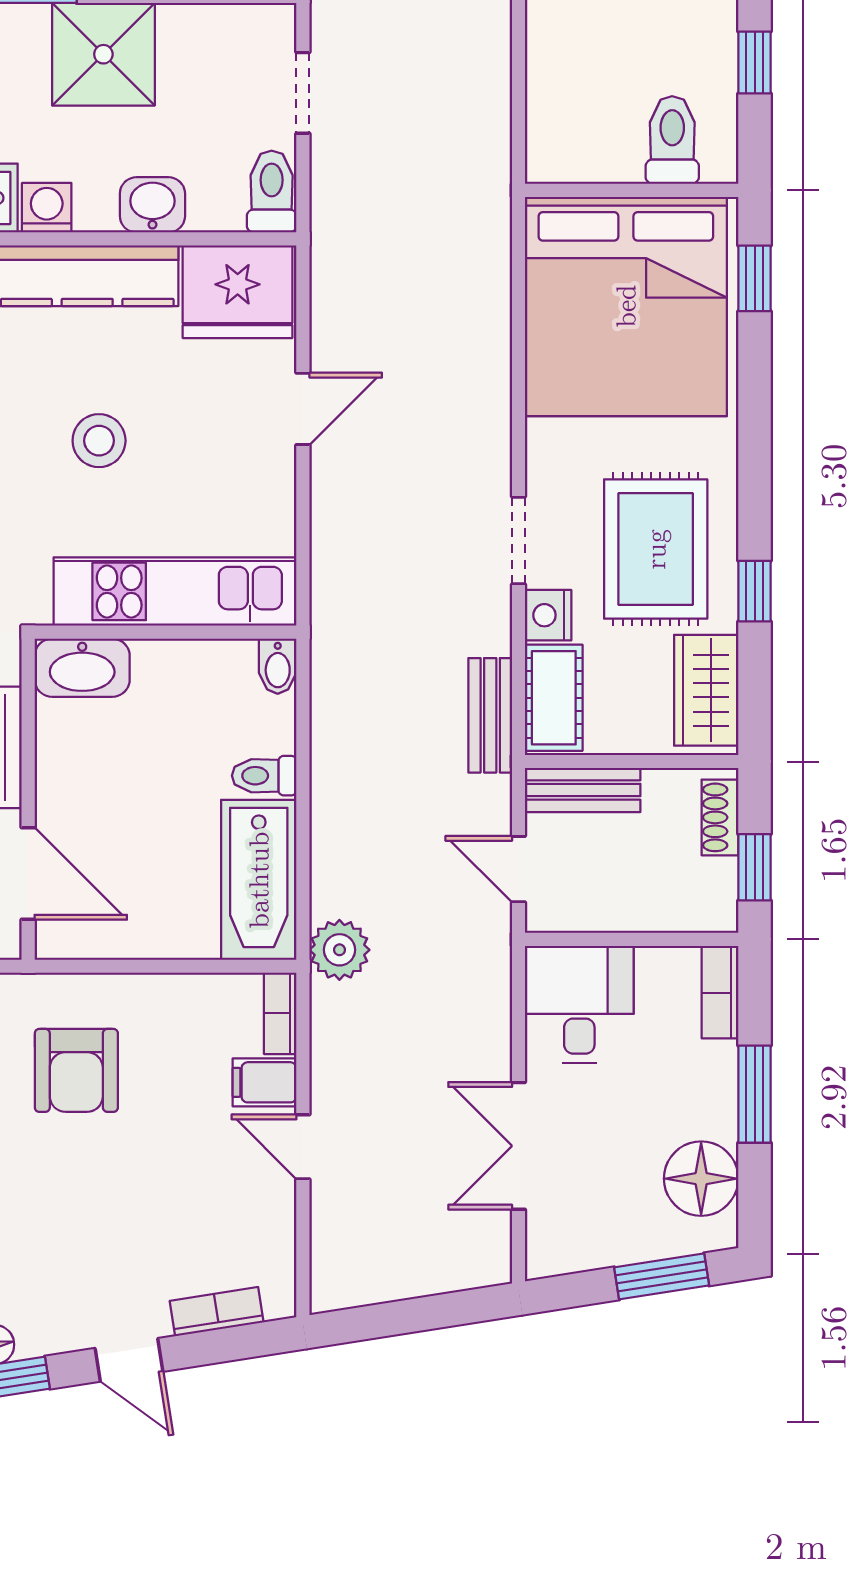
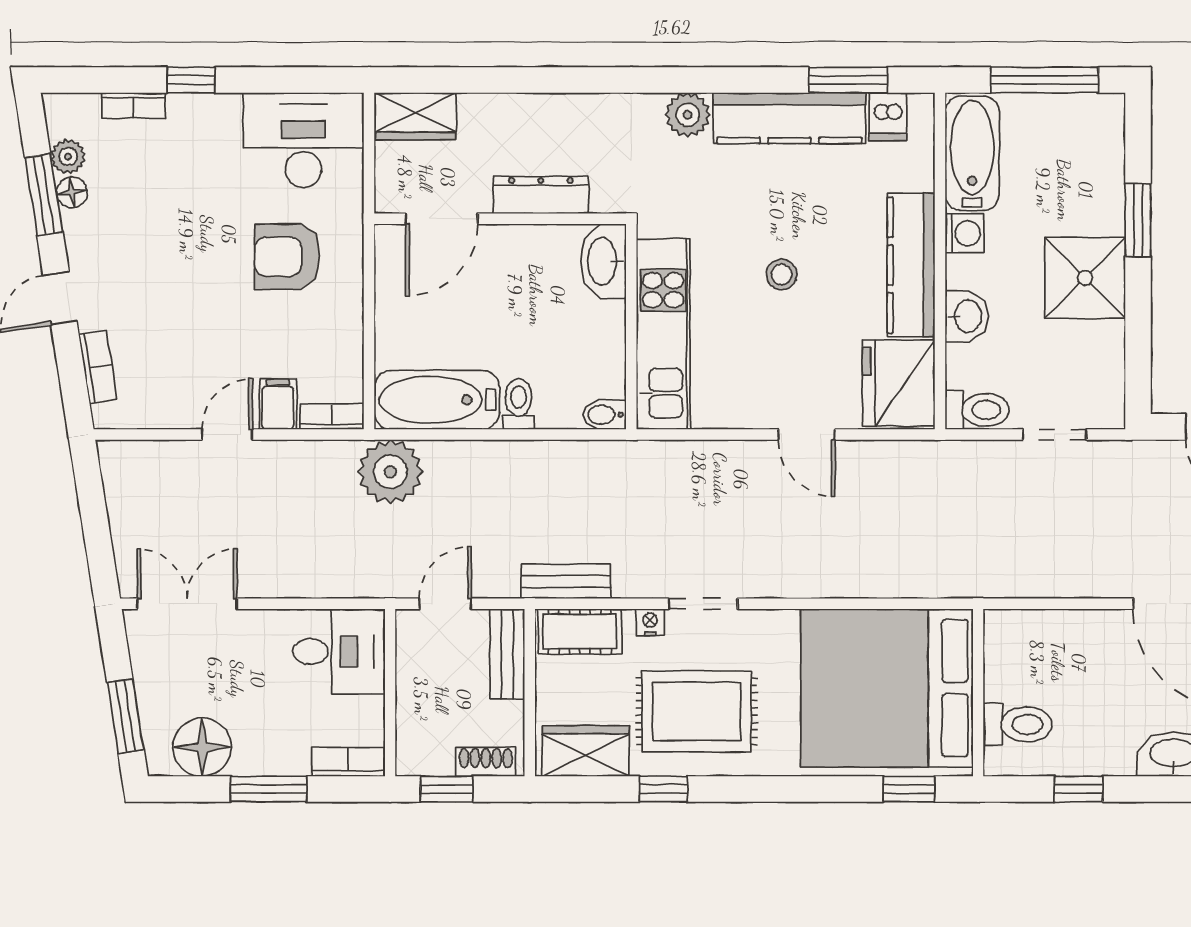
stool: (99, 441) -> (782, 274), width x0.73, depth x0.73
nightstand: (548, 615) -> (650, 622), width x0.72, depth x0.74
plant: (339, 950) -> (390, 472), width x1.36, depth x1.36
double door: (518, 1146) -> (187, 604), moved

